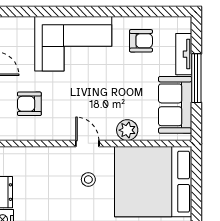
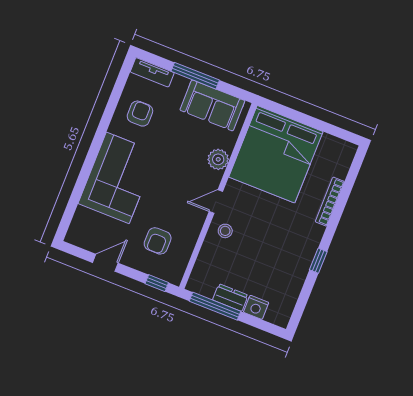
tv unit: (184, 54) -> (152, 72), moved
stool: (88, 180) -> (225, 231), moved

